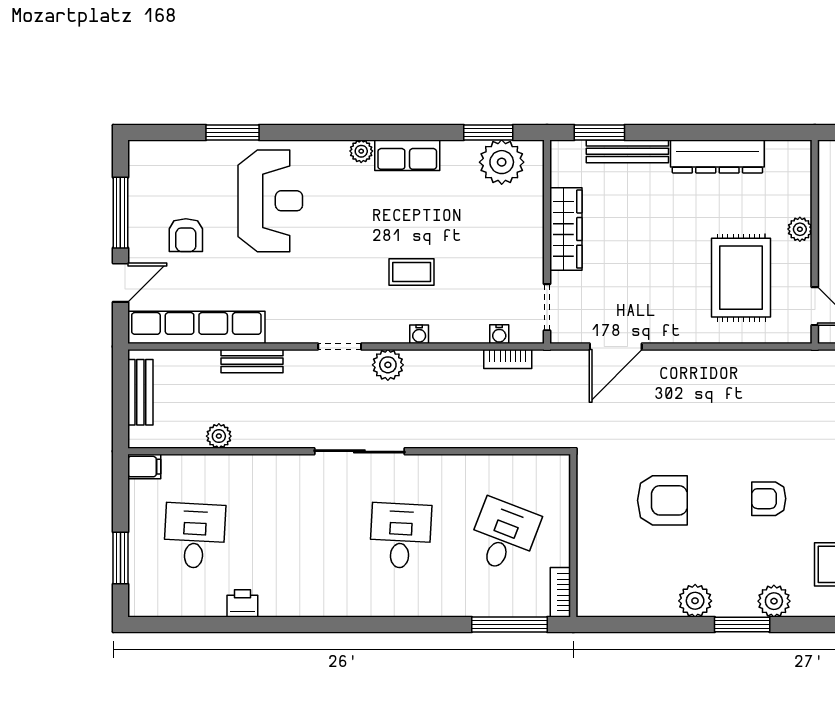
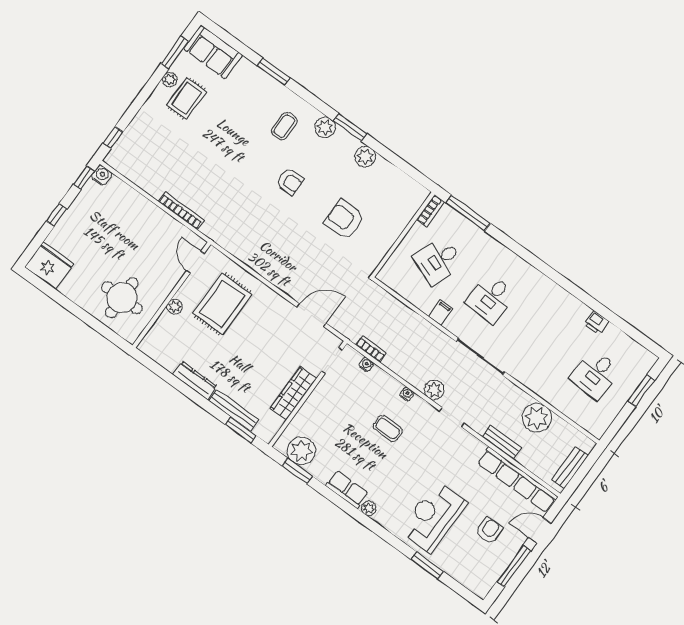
dresser: (717, 156) -> (195, 380), width x0.73, depth x0.80
plant: (219, 436) -> (537, 418), width x1.88, depth x1.88
filing cabinet: (144, 467) -> (440, 312), moved, turned 90

